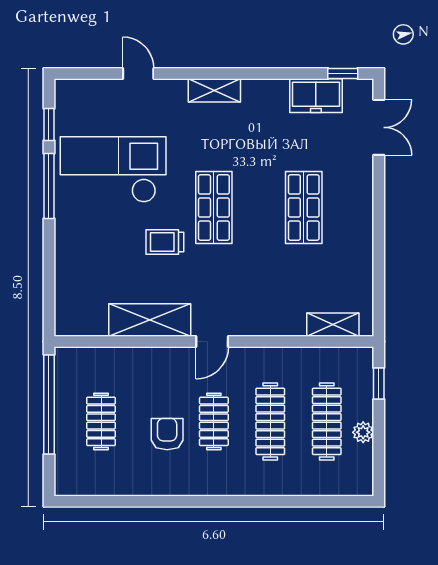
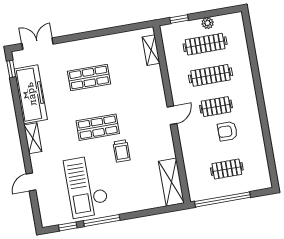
freezer: (316, 96) -> (31, 94), width x1.91, depth x1.26
shelving: (150, 320) -> (171, 182), moved
door: (212, 342) -> (172, 115), hinge flipped

